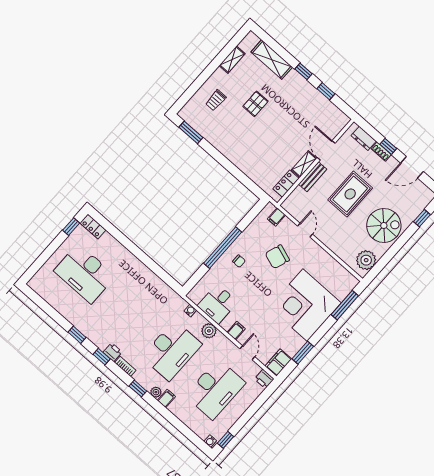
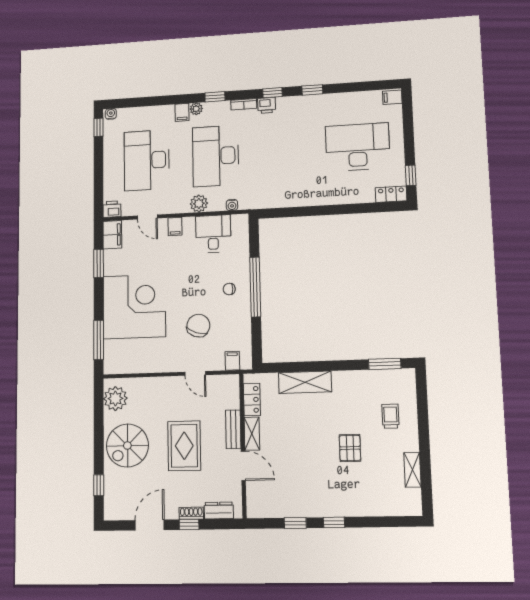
shelving: (272, 60) -> (305, 382), moved
filing cabinet: (36, 284) -> (392, 97), added

